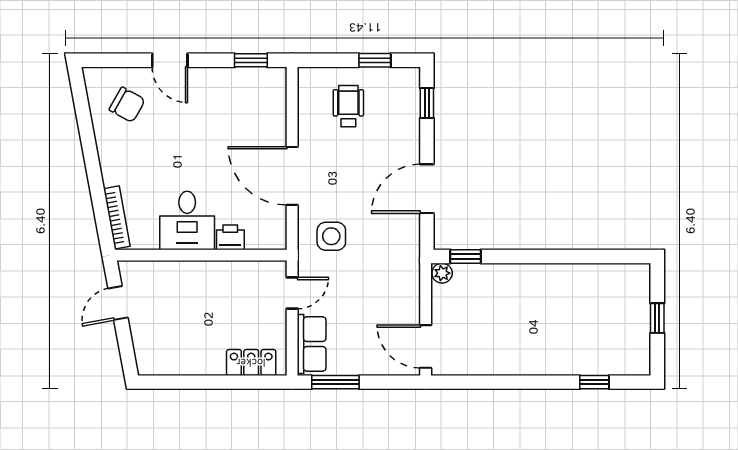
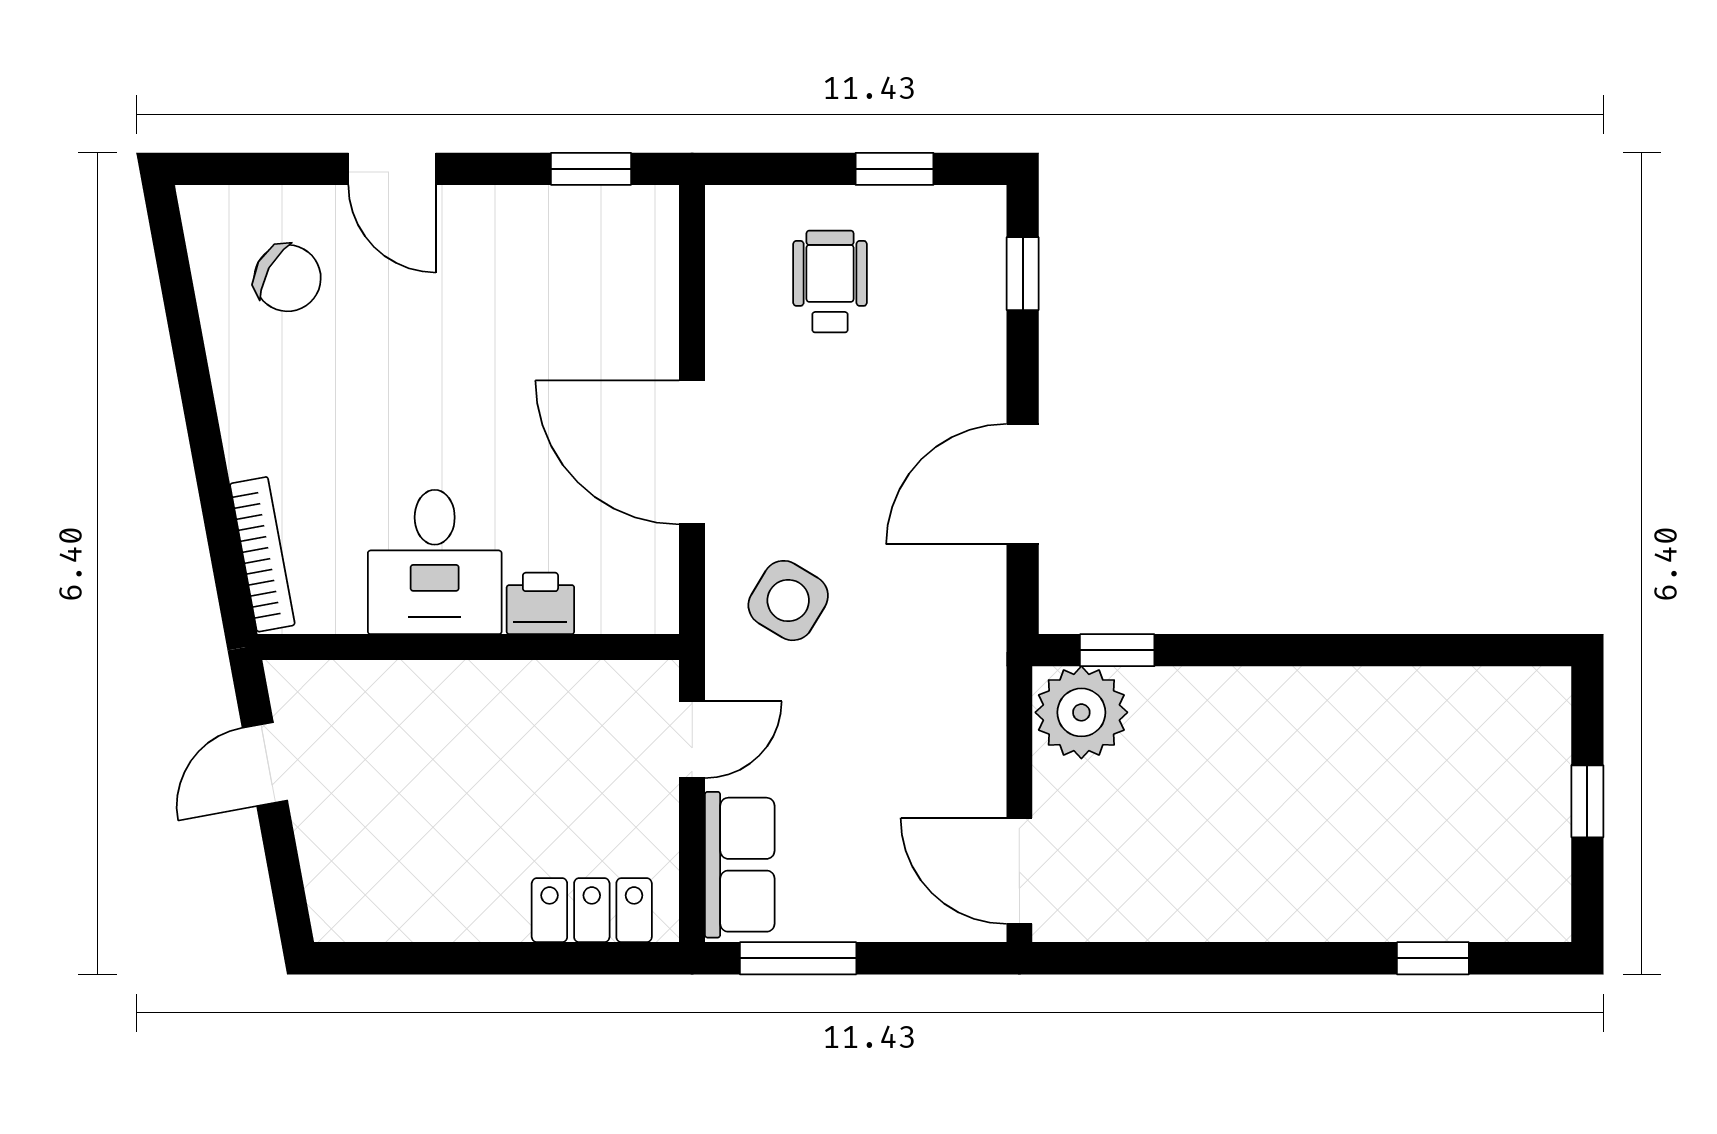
side table: (331, 236) -> (788, 601), turned 31
plant: (442, 273) -> (1081, 712), width x1.87, depth x1.87

